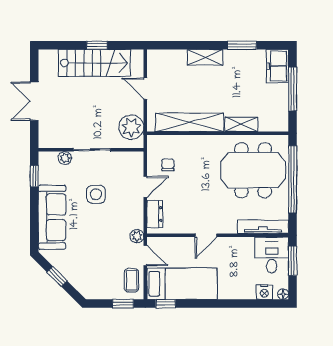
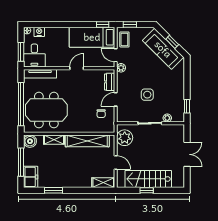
shelving: (205, 57) -> (103, 183), moved
boiler: (279, 122) -> (30, 141), added
sofa: (52, 217) -> (163, 49), moved, turned -45

